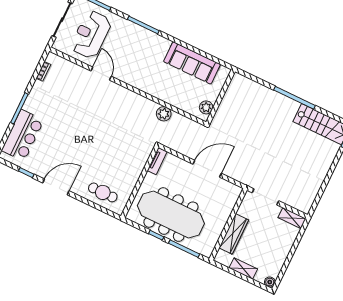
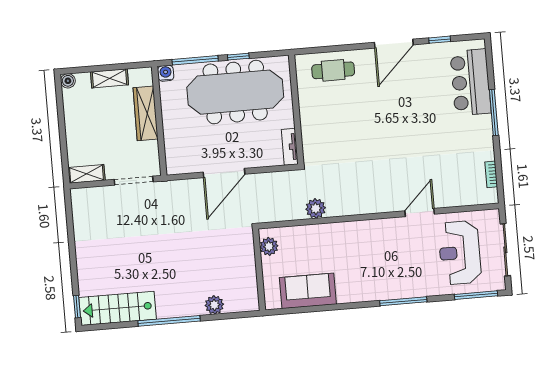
reception desk: (91, 34) -> (460, 253), turned 180
sofa: (192, 63) -> (308, 291), width x0.73
door: (101, 74) -> (420, 213), swing flipped
plant: (261, 91) -> (214, 305), added
water cooler: (207, 251) -> (166, 73), added

